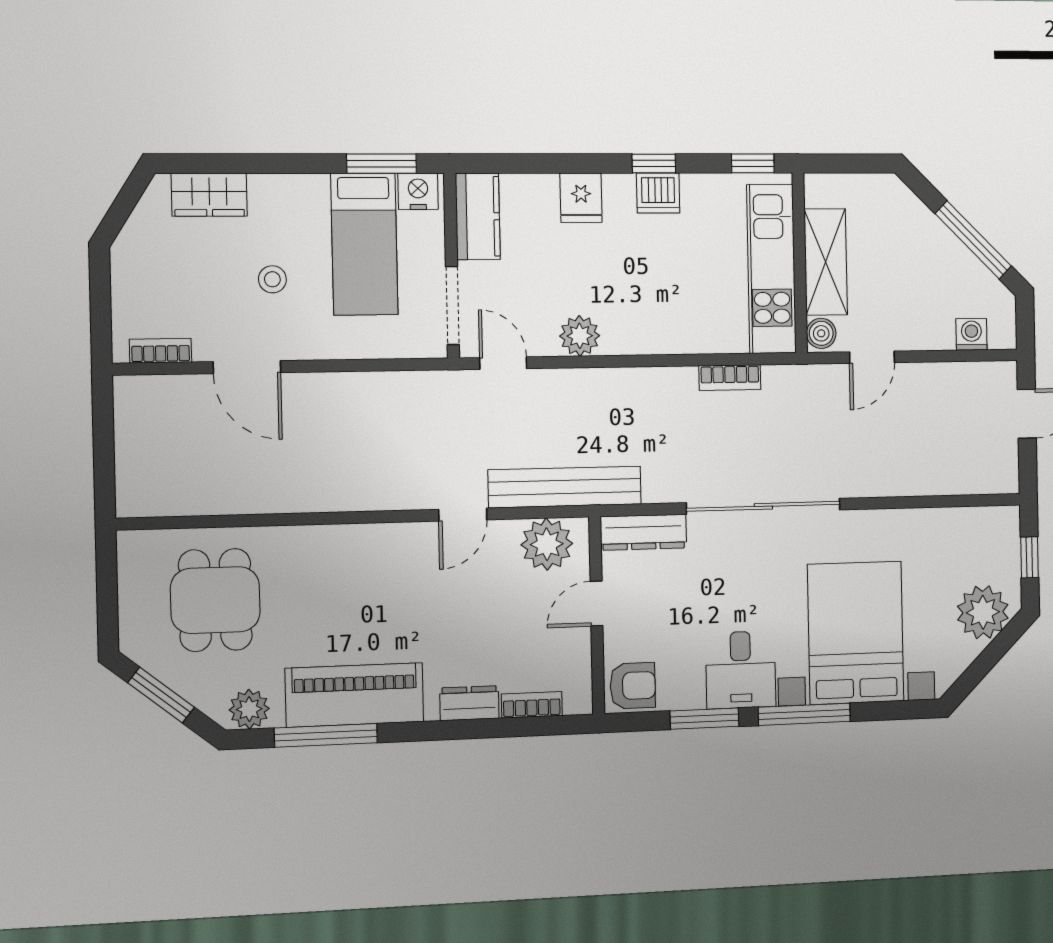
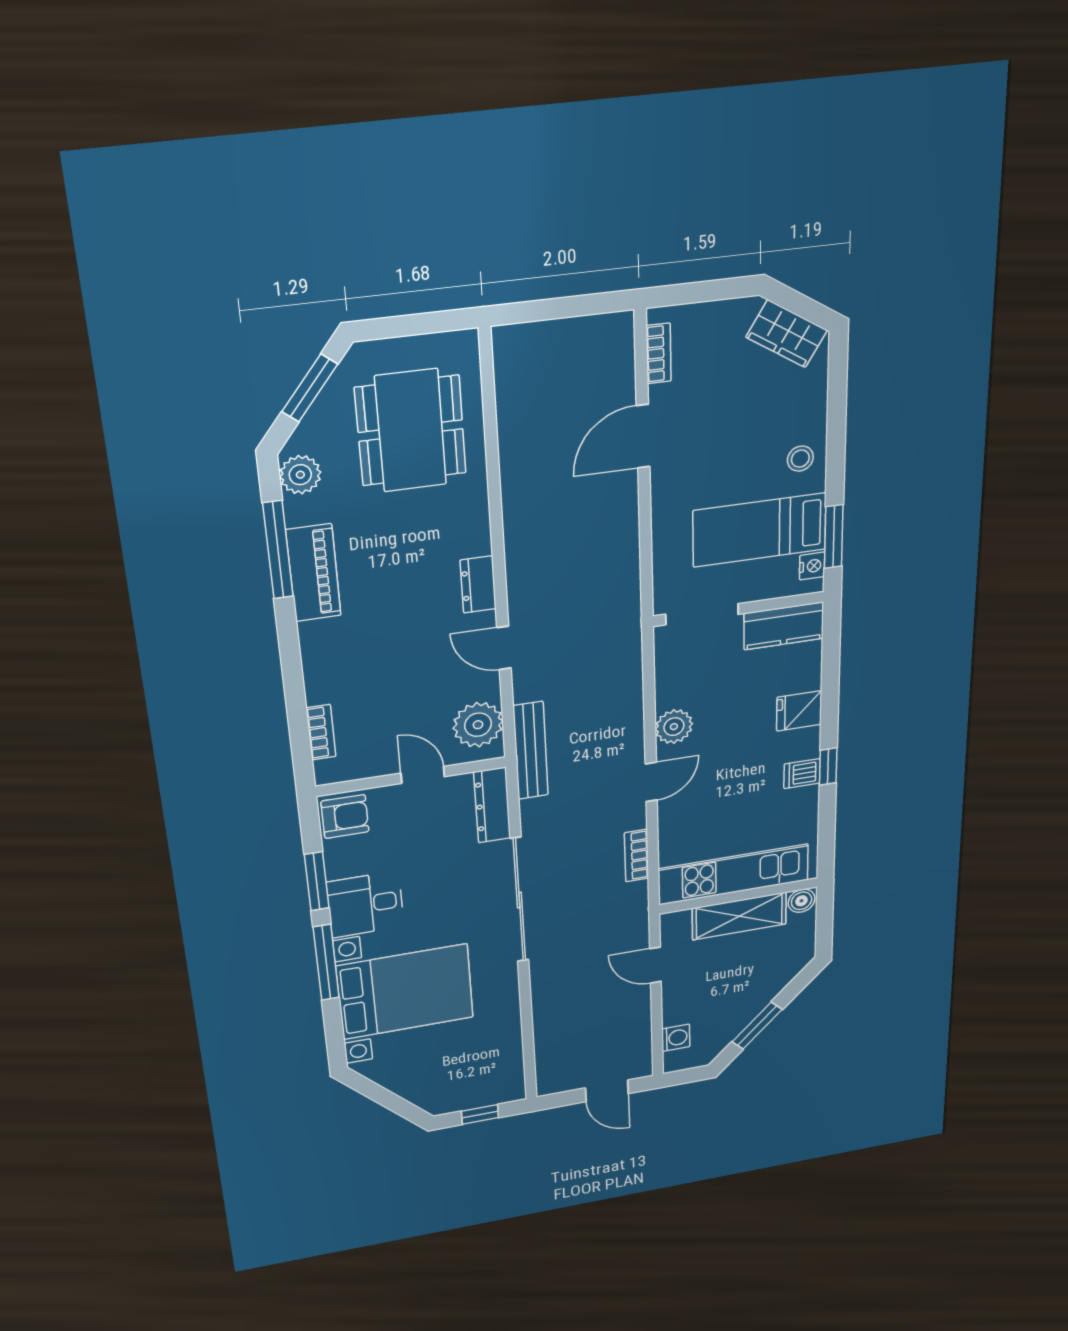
window: (753, 163) -> (826, 846), removed
nightstand: (418, 191) -> (812, 566), width x0.72, depth x0.74
dishwasher: (658, 193) -> (802, 774), width x0.73
wardrobe: (209, 195) -> (787, 334), moved, turned -58
window: (973, 240) -> (757, 1026), width x0.69
stool: (272, 279) -> (800, 459), moved
boiler: (821, 333) -> (802, 901), moved
door: (503, 363) -> (651, 782), moved
bench: (565, 487) -> (531, 751), width x0.73, depth x0.82
dining table: (215, 600) -> (411, 431), width x1.37
plant: (983, 612) -> (429, 1087), removed
armchair: (633, 686) -> (345, 816), turned -90
piano: (355, 695) -> (314, 573), width x0.73, depth x0.75
dresser: (469, 703) -> (478, 584), moved, turned 180

